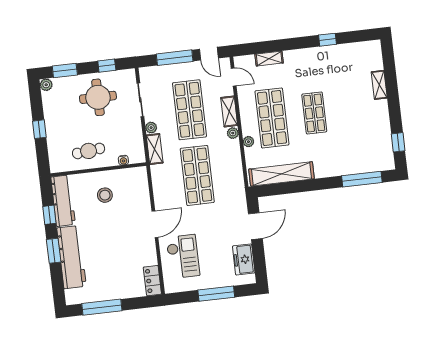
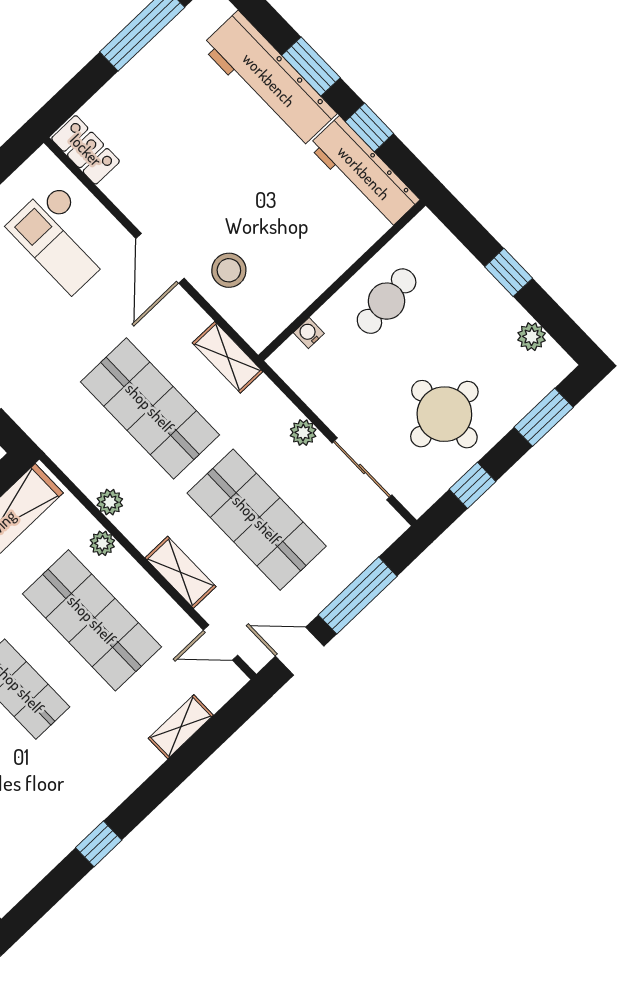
plant: (46, 85) -> (532, 337), moved
plant: (233, 133) -> (110, 502), moved
shelving: (155, 149) -> (228, 357), moved
stool: (105, 195) -> (229, 270), moved

